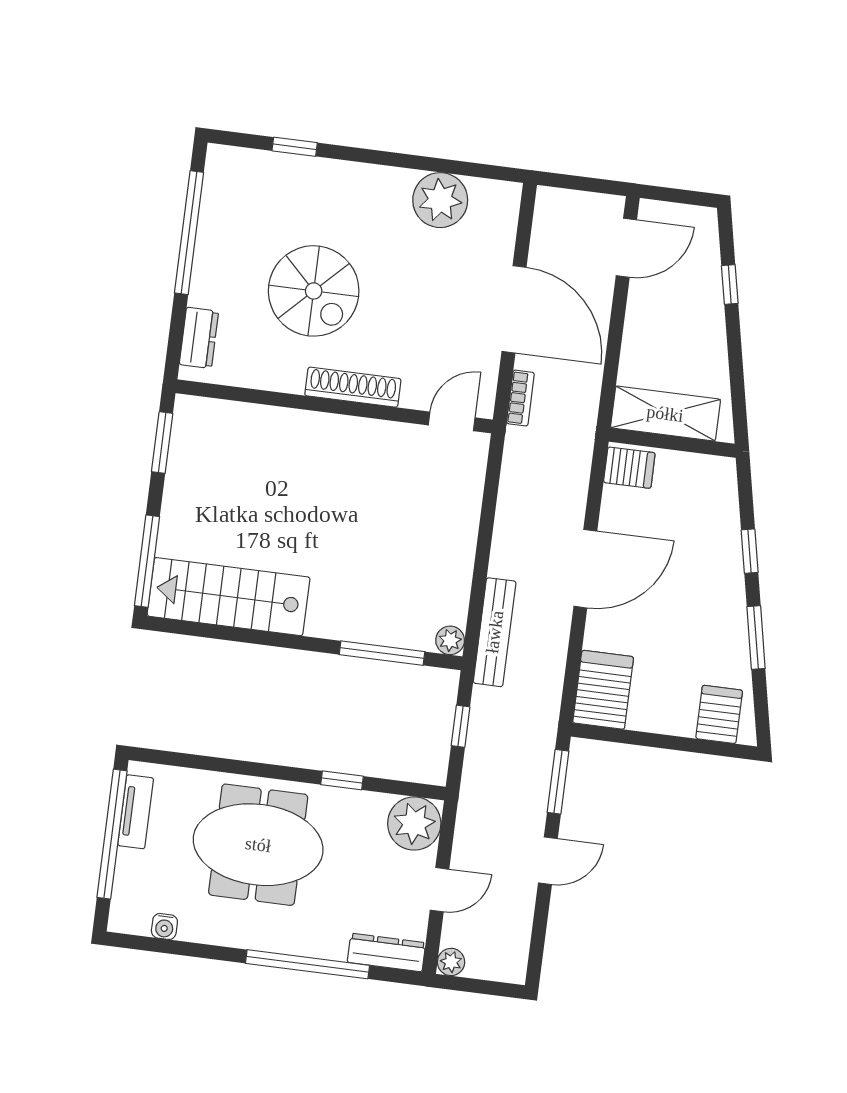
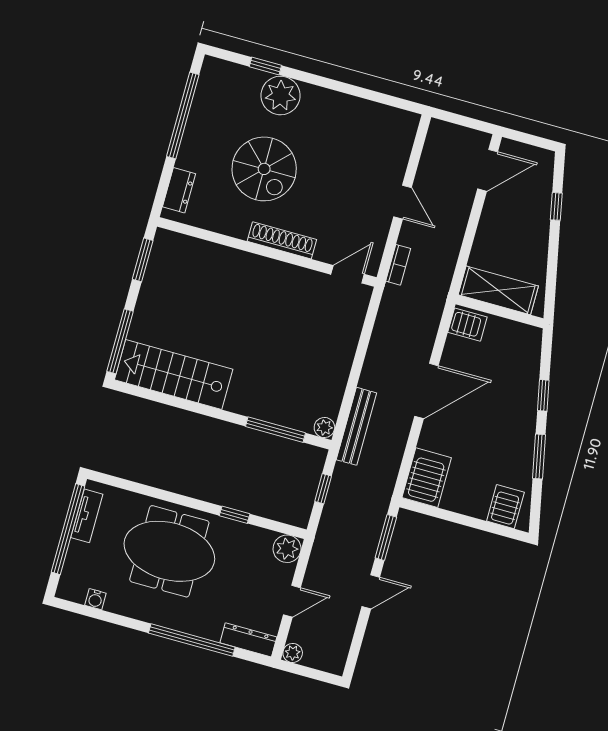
plant: (440, 200) -> (281, 95), moved
door: (514, 309) -> (403, 202), width x0.53
plant: (414, 824) -> (287, 549), width x0.73, depth x0.73

